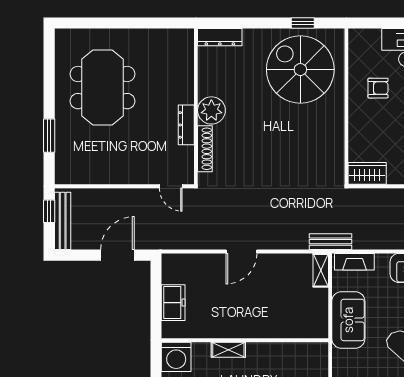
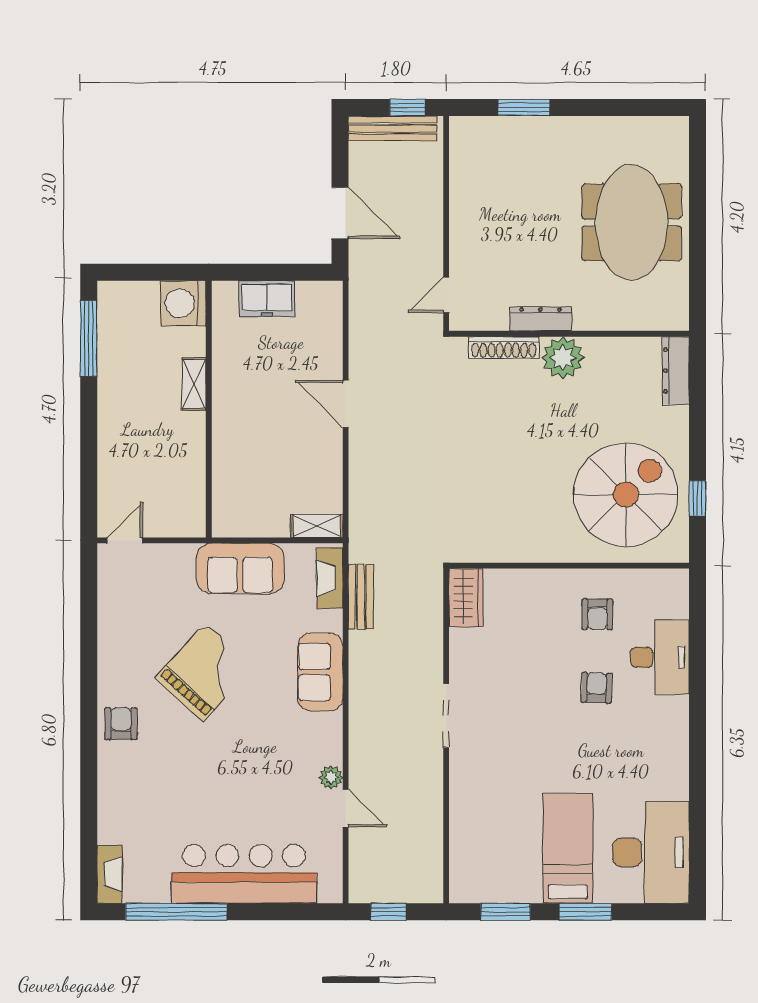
meeting table: (102, 88) -> (632, 222), moved, turned 90
bench: (330, 242) -> (361, 597), moved

